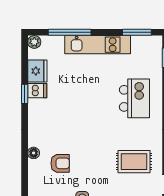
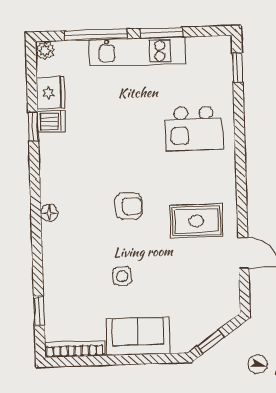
window: (137, 32) -> (161, 33), moved
kitchen island: (134, 98) -> (194, 128), turned 90
armchair: (60, 163) -> (129, 206), moved

